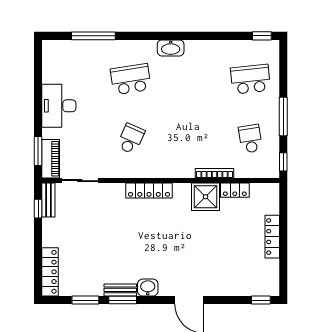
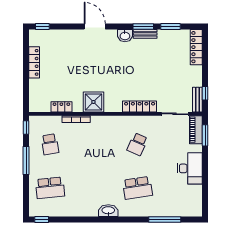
locker: (149, 191) -> (140, 106), moved
shower: (205, 197) -> (93, 102), moved
locker: (272, 237) -> (34, 62), moved

